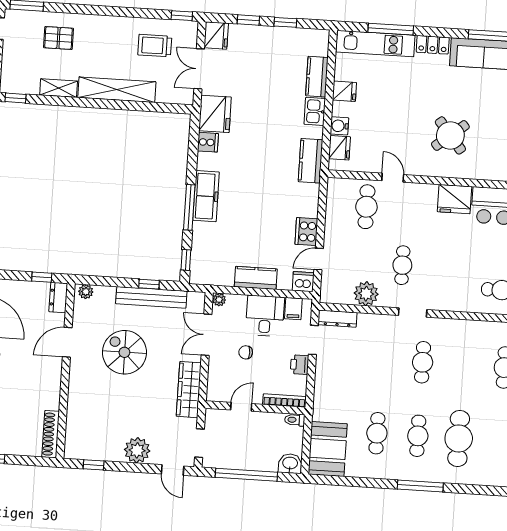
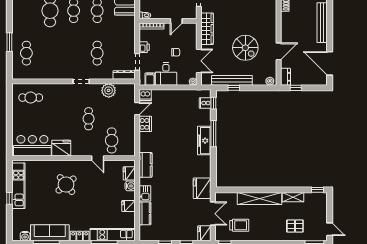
cooker: (208, 142) -> (205, 103), moved
cafe table: (402, 265) -> (89, 119), moved
kitchen counter: (256, 278) -> (173, 95), removed
cafe table: (423, 362) -> (97, 53), moved

